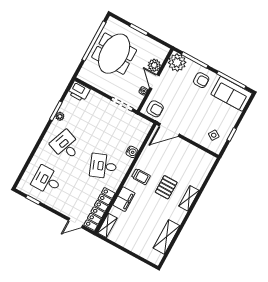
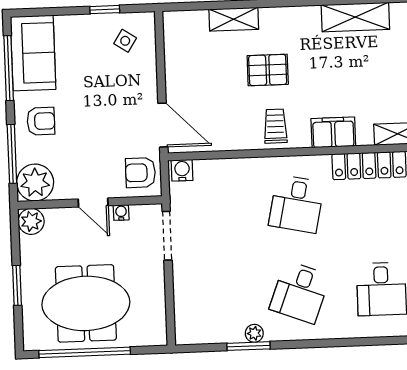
plant: (154, 65) -> (31, 221), moved
armchair: (201, 80) -> (41, 121), turned 90
door: (154, 82) -> (93, 202), hinge flipped
printer: (79, 91) -> (190, 326), removed
armchair: (155, 109) -> (140, 173), turned -90
water cooler: (132, 152) -> (182, 170), moved
desk: (103, 166) -> (297, 204), turned 33
shelving: (189, 198) -> (234, 19), moved

